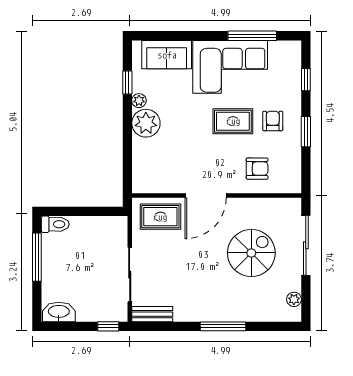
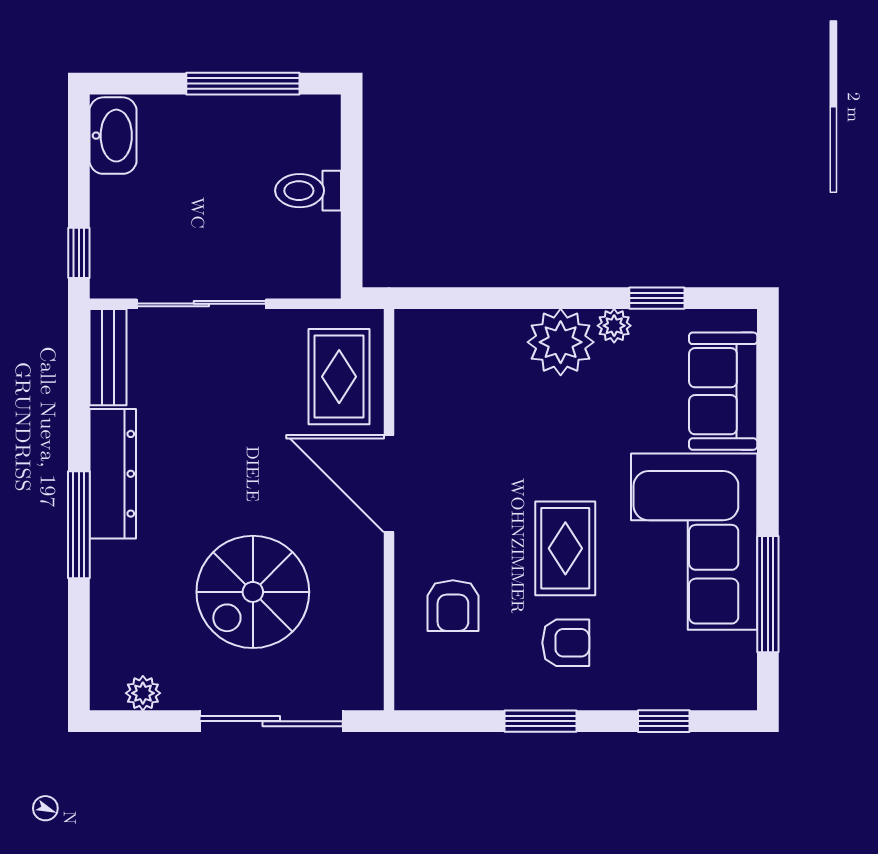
toilet: (55, 224) -> (308, 191), moved, turned 90
spiral stairs: (251, 253) -> (253, 592), turned 90
dresser: (201, 312) -> (113, 474), added

